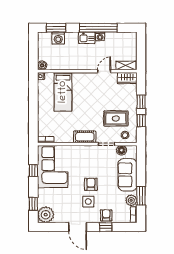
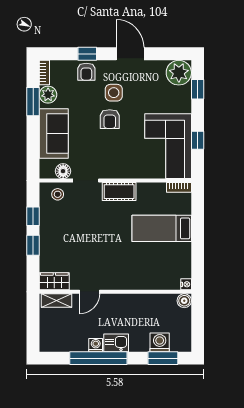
bed: (63, 92) -> (162, 228), moved, turned -90
rug: (116, 118) -> (72, 220), removed

